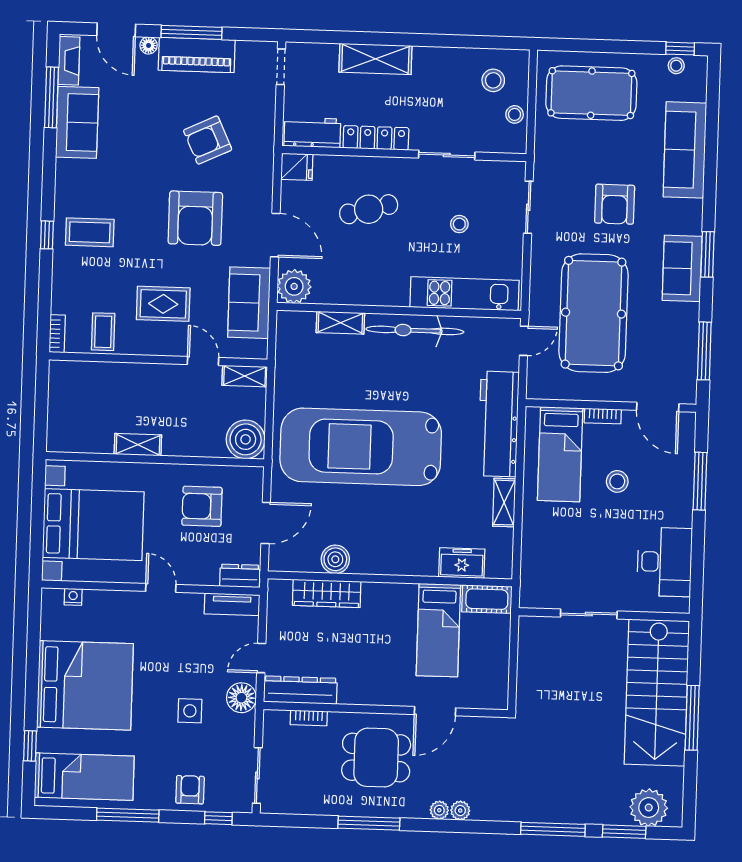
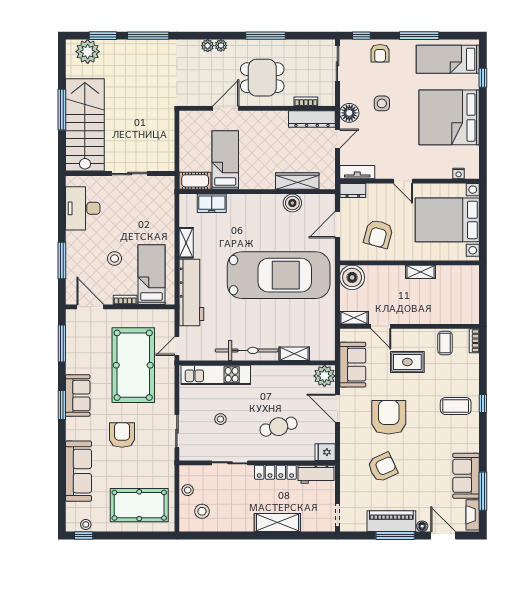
armchair: (202, 506) -> (378, 234), turned 105

